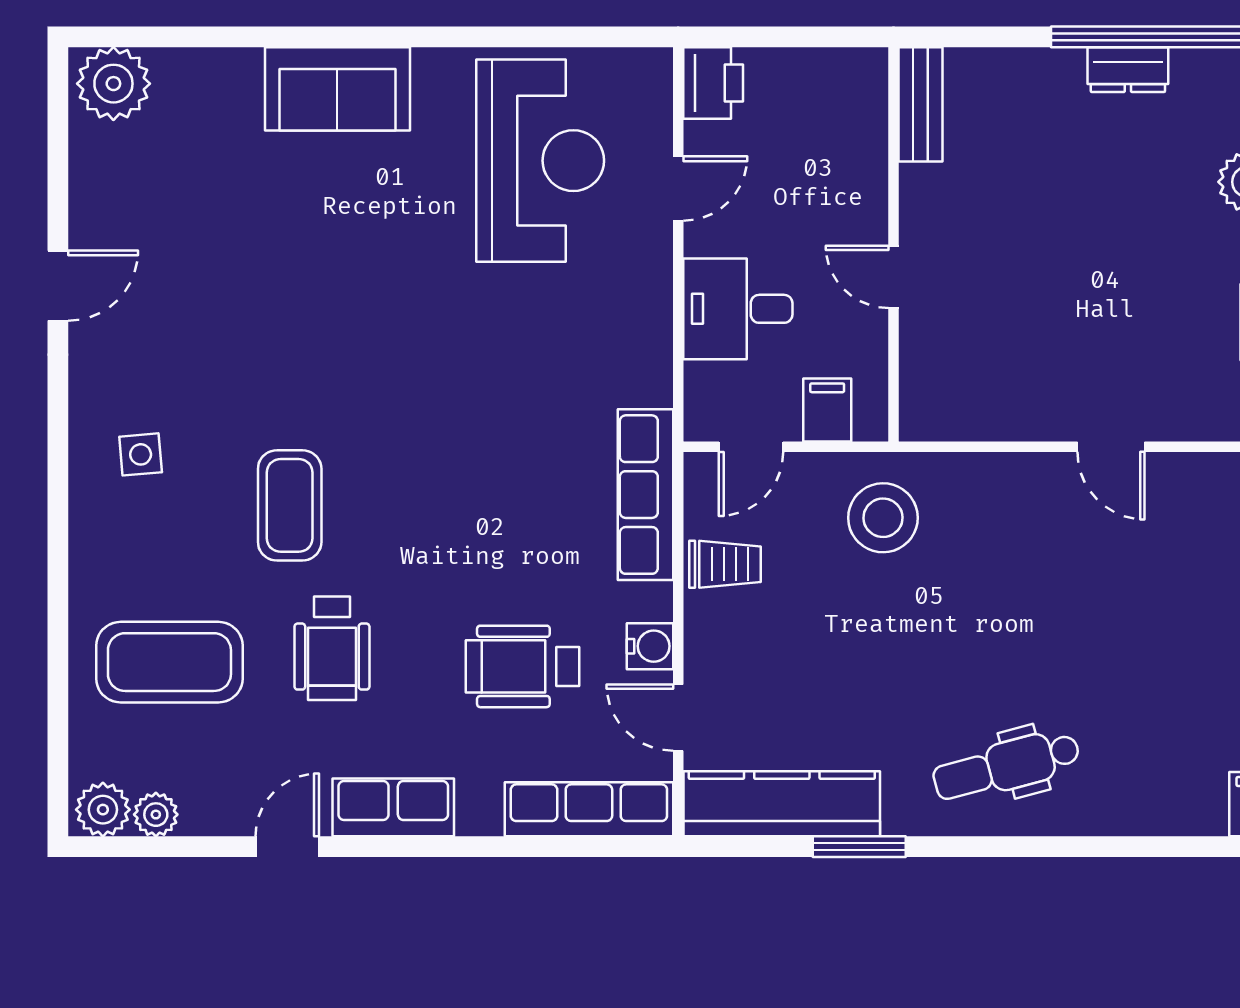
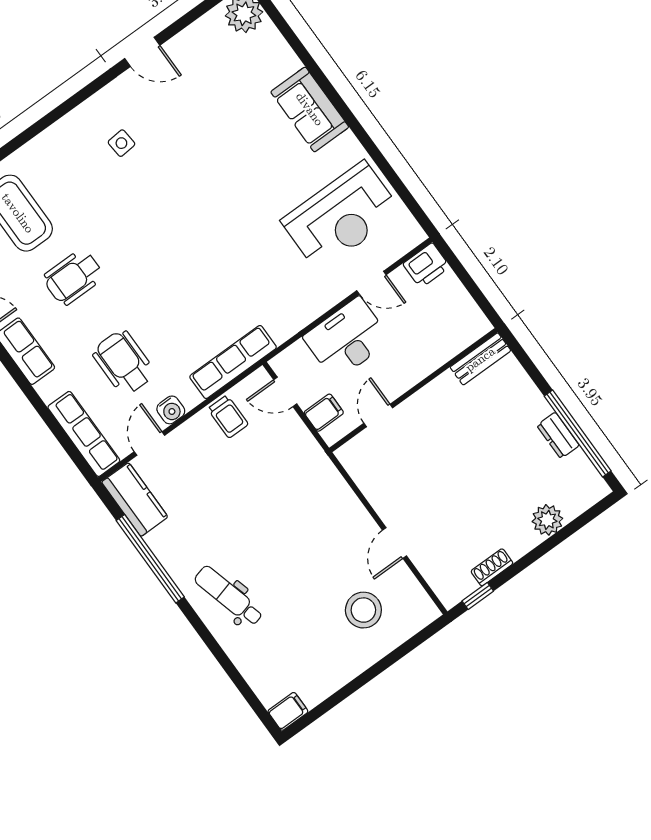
door: (894, 277) -> (378, 416), moved
desk: (738, 309) -> (347, 339), width x1.37
side table: (141, 454) -> (121, 143), moved
coffee table: (290, 505) -> (120, 216), removed
stool: (883, 518) -> (363, 610), moved
kitchen counter: (782, 804) -> (135, 499), width x0.67
window: (859, 847) -> (150, 559), width x2.11

